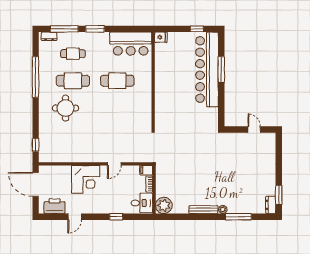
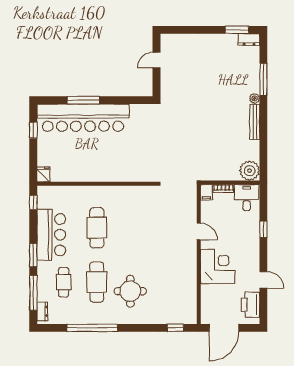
window: (138, 29) -> (33, 202), added
bar counter: (131, 44) -> (51, 235), moved

